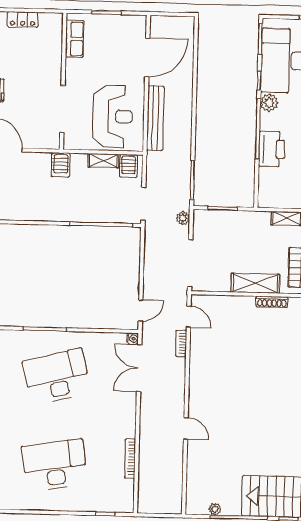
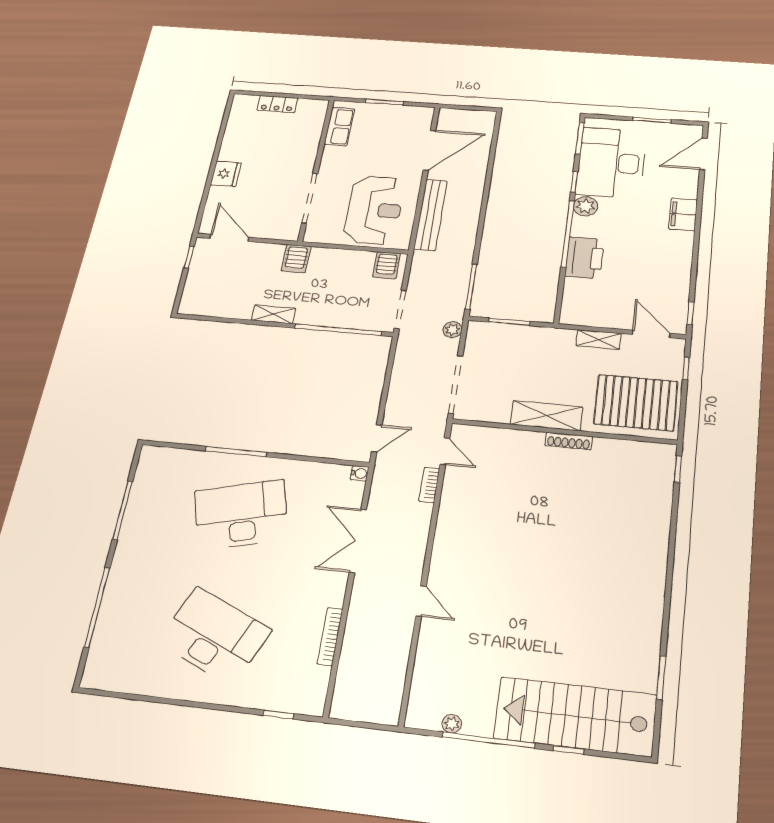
shelving: (104, 161) -> (274, 314), moved
double door: (139, 368) -> (358, 541), moved
desk: (55, 465) -> (214, 636), turned 33

